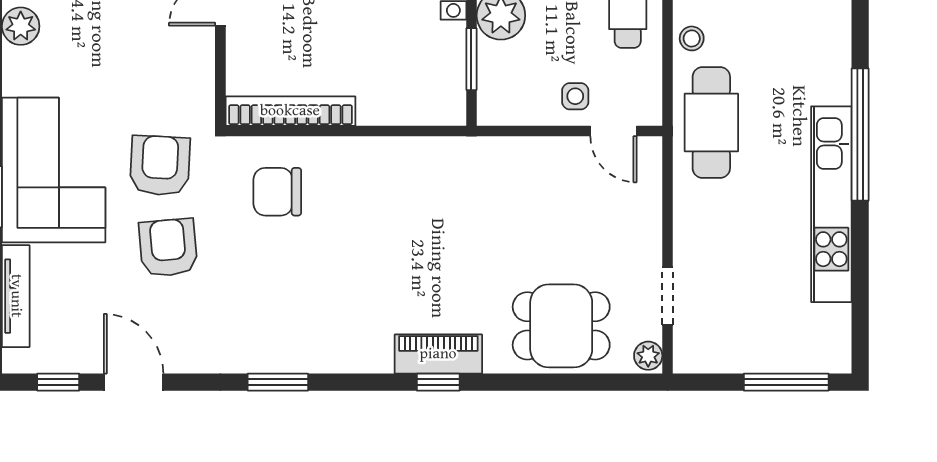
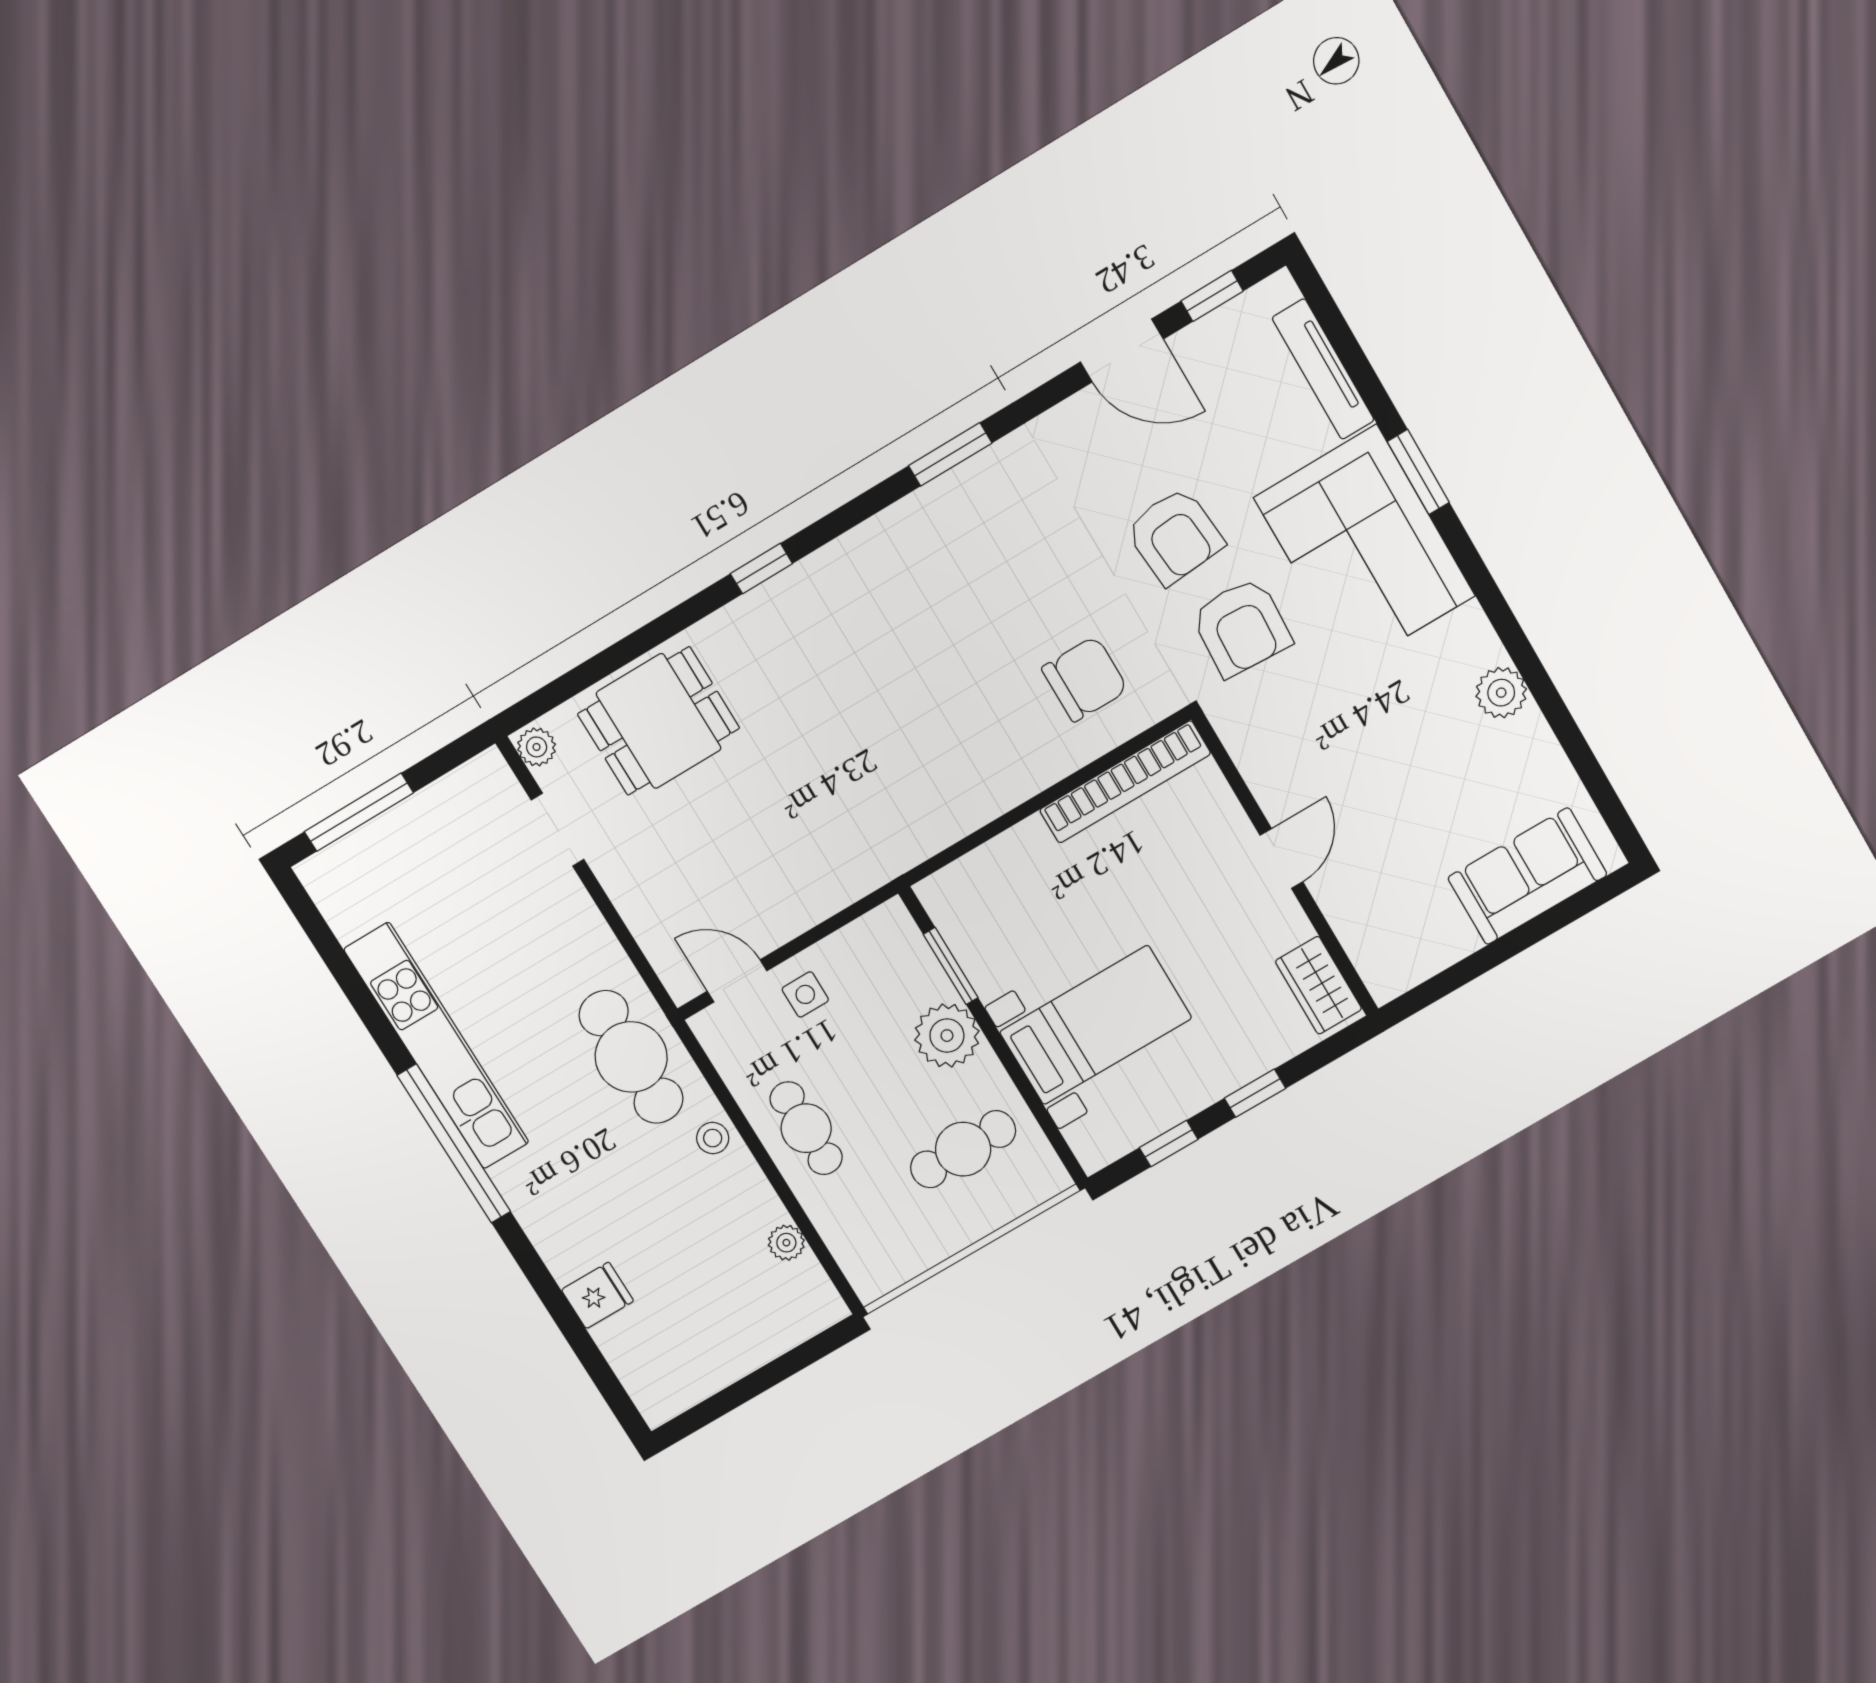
piano: (438, 354) -> (781, 602), removed

